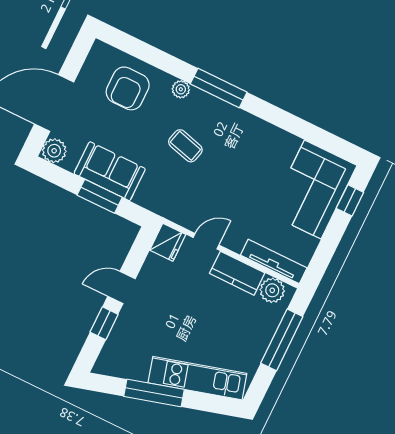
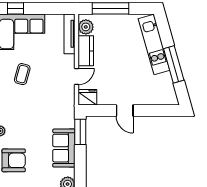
coffee table: (185, 146) -> (22, 74), moved
window: (100, 196) -> (80, 132), moved
door: (206, 241) -> (77, 76), swing flipped
window: (104, 323) -> (149, 110), removed

